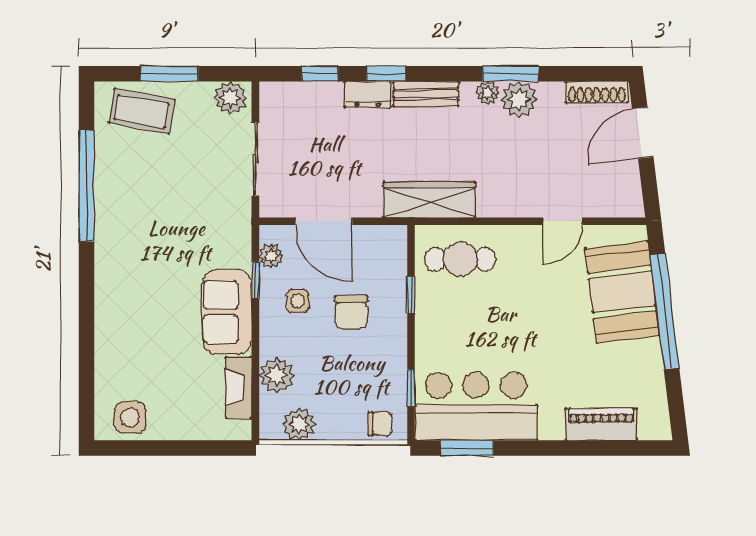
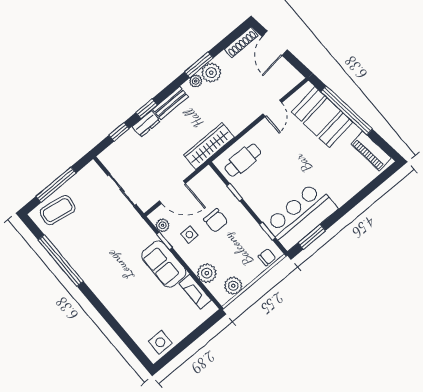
window: (169, 74) -> (56, 185), width x1.44
plant: (230, 98) -> (90, 173), removed
piano: (601, 424) -> (371, 151), moved, turned -97

